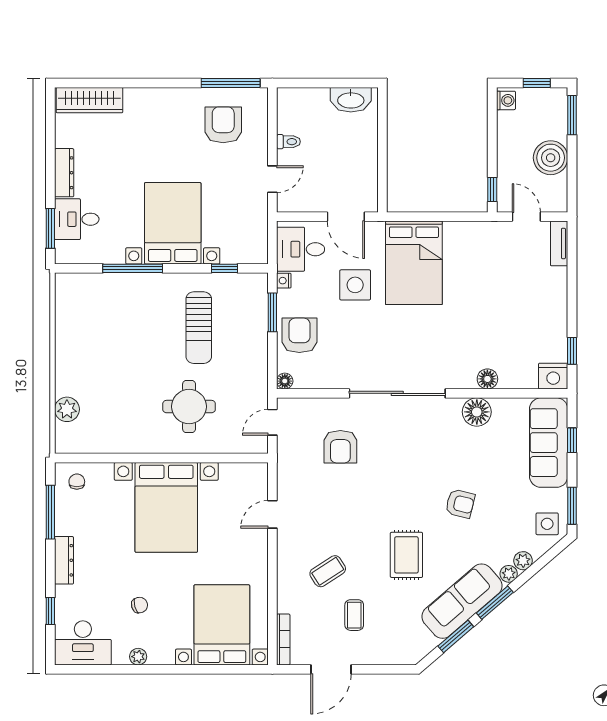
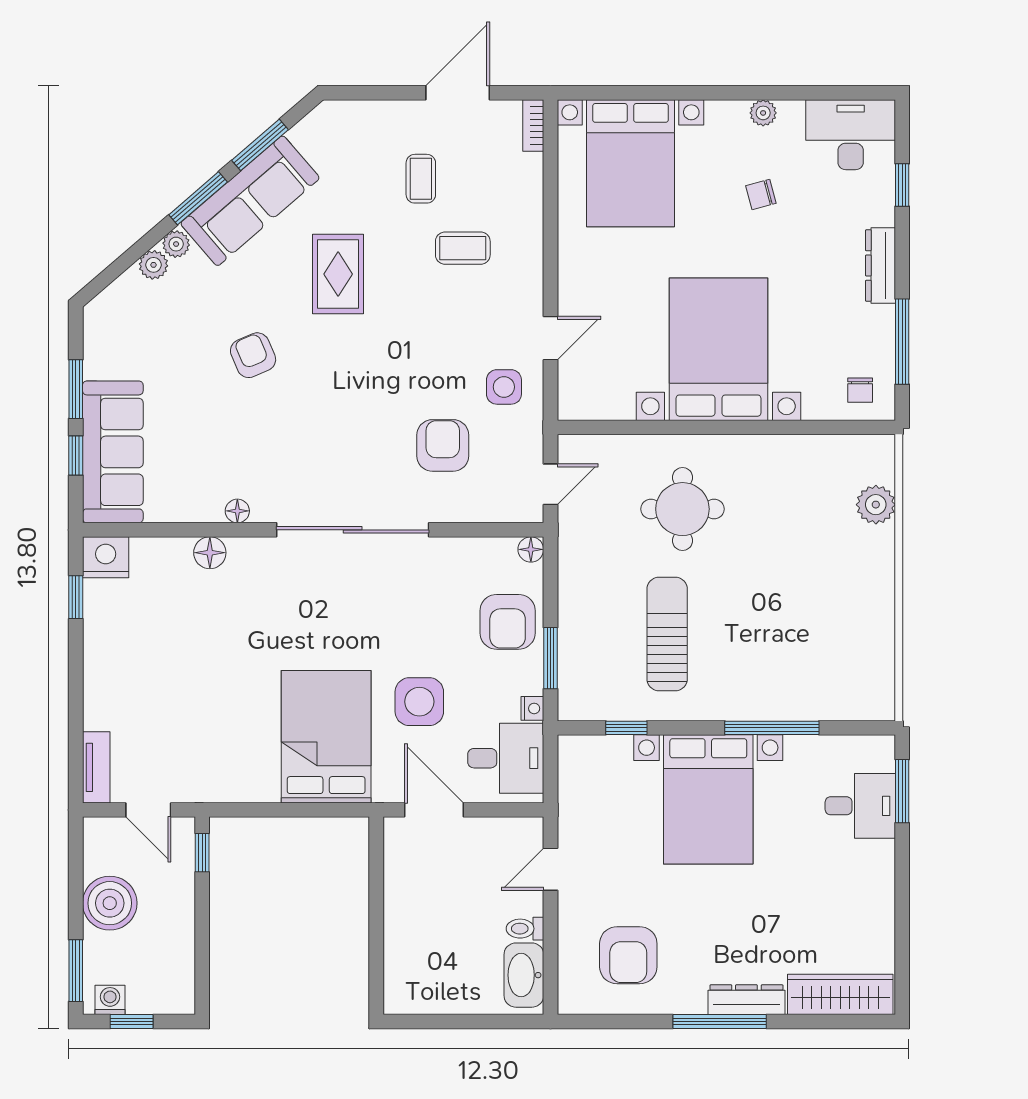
window: (231, 83) -> (720, 1022), moved
washbasin: (351, 100) -> (524, 975), moved, turned -90
washing machine: (506, 100) -> (110, 1000), moved, turned 90
dresser: (64, 173) -> (746, 1000), moved, turned 90
floor lamp: (477, 412) -> (237, 511), width x0.53, depth x0.53
armchair: (460, 504) -> (253, 355), turned 53
window: (572, 506) -> (76, 389), moved
side table: (547, 524) -> (504, 387), moved
coffee table: (328, 571) -> (463, 248), turned 33
bookcase: (283, 639) -> (533, 125), width x0.64

